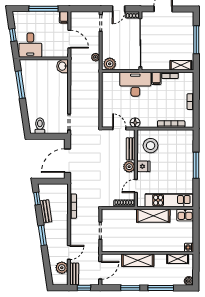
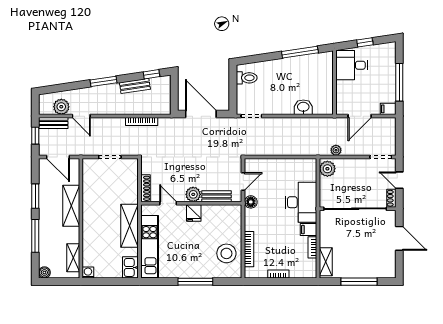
washbasin: (63, 66) -> (303, 107), moved
stool: (151, 146) -> (226, 253), moved

